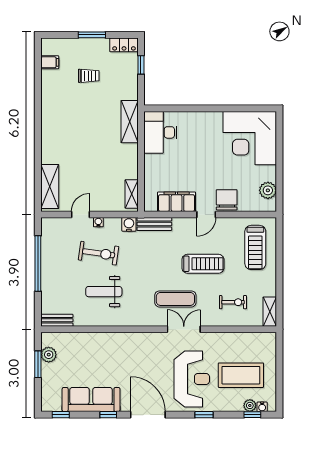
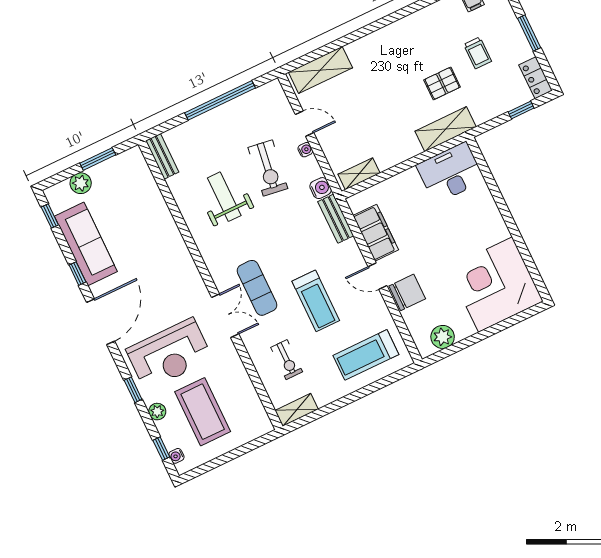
pallet: (98, 109) -> (442, 83), added
plant: (49, 355) -> (81, 183), moved
plant: (250, 405) -> (157, 412), moved

